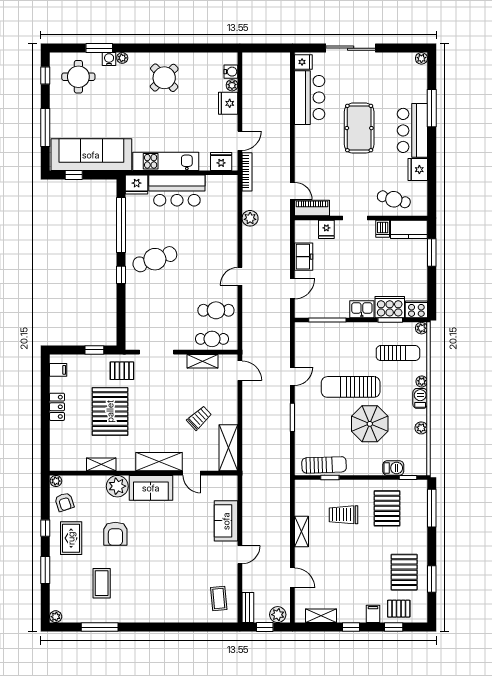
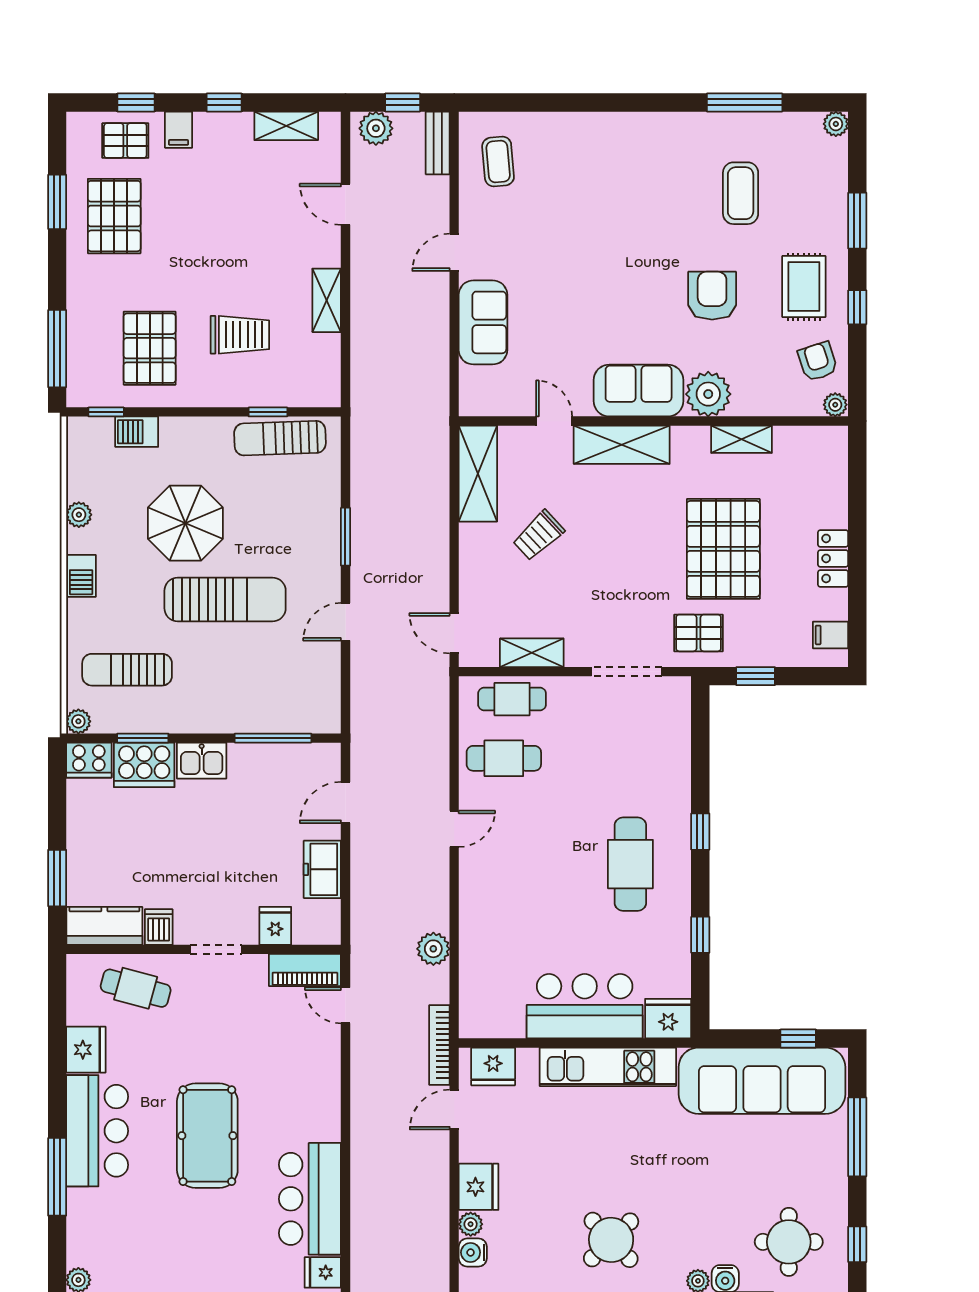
window: (121, 225) -> (700, 935), width x0.32
cafe table: (155, 259) -> (630, 864), turned -71
plant: (422, 381) -> (78, 611), removed

